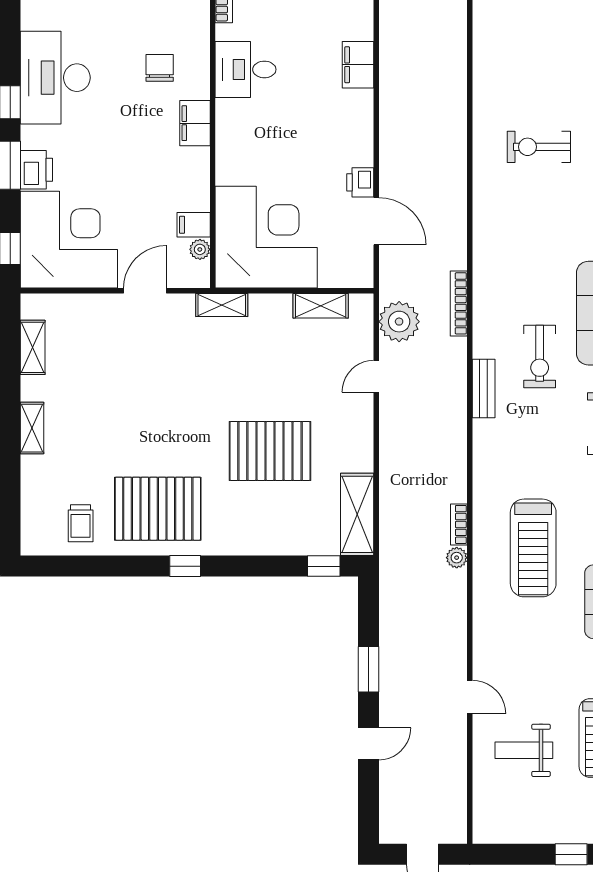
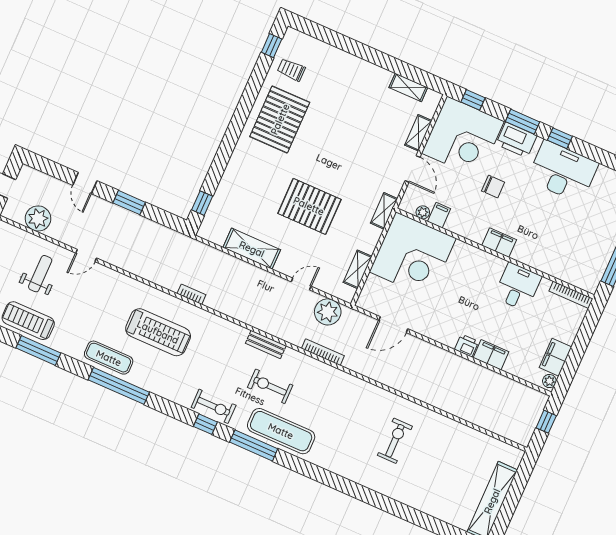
chair: (160, 68) -> (493, 187), moved
printer: (36, 170) -> (516, 140), width x1.37, depth x1.19
printer: (360, 182) -> (467, 346), moved
door: (376, 376) -> (301, 284), hinge flipped
shelving: (32, 428) -> (418, 133), moved, turned 90
pallet: (270, 451) -> (309, 206), moved, turned 90
shelving: (357, 514) -> (252, 249), moved
treadmill: (533, 548) -> (158, 332), turned 180
plant: (457, 558) -> (38, 219), moved, width x1.88, depth x1.88
window: (185, 566) -> (272, 46), moved

